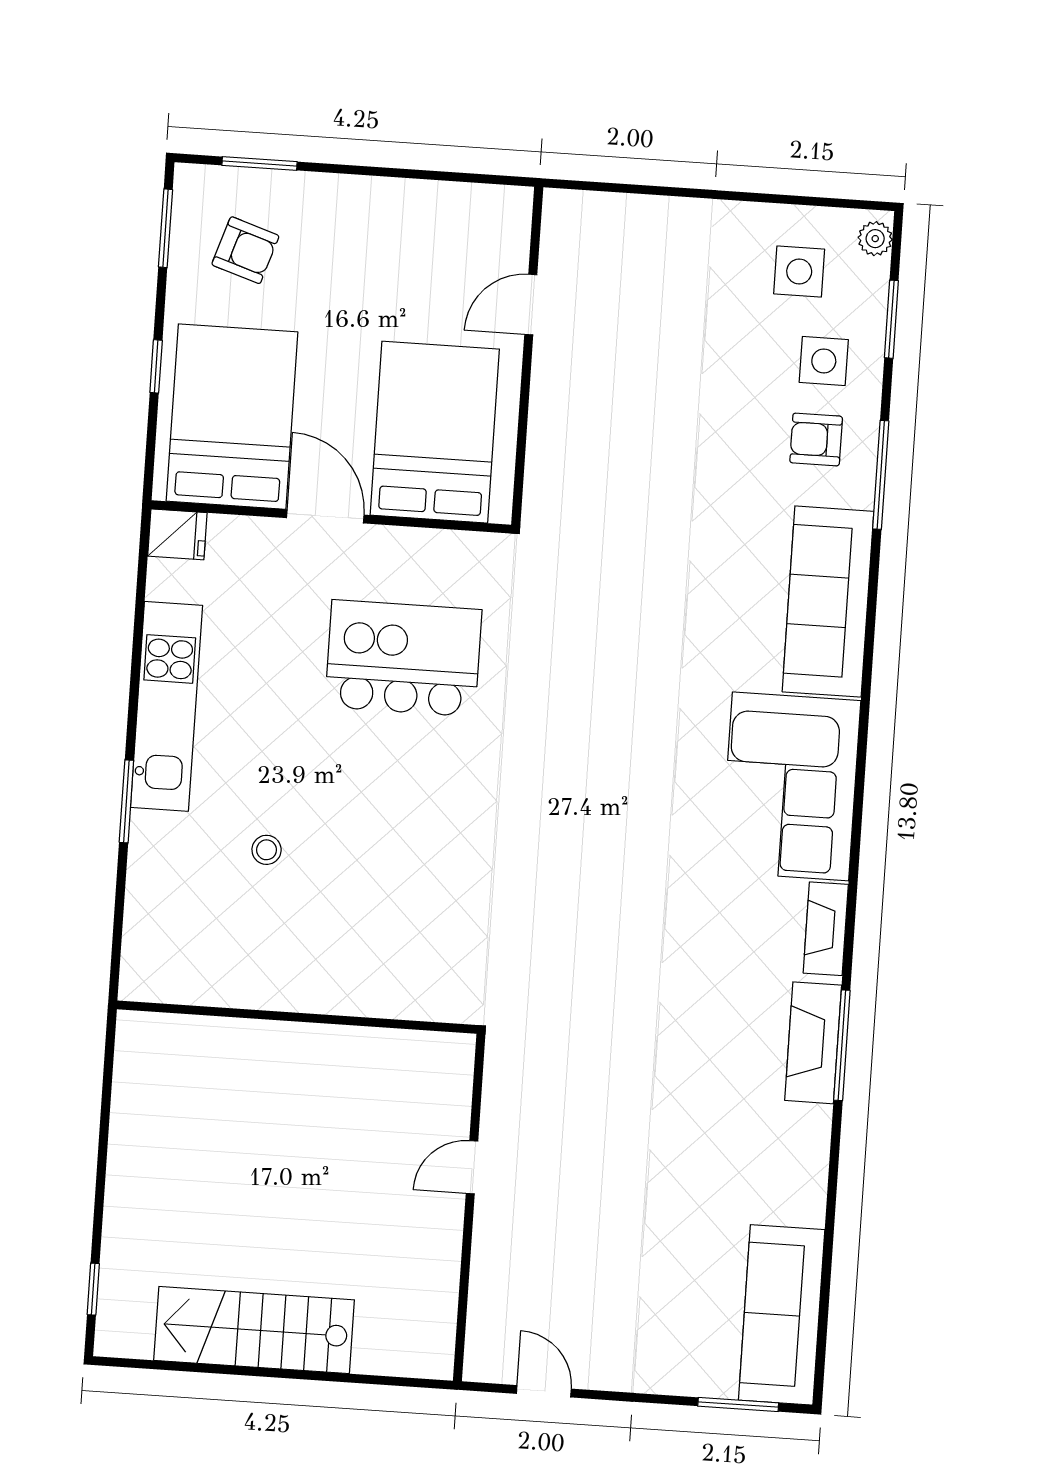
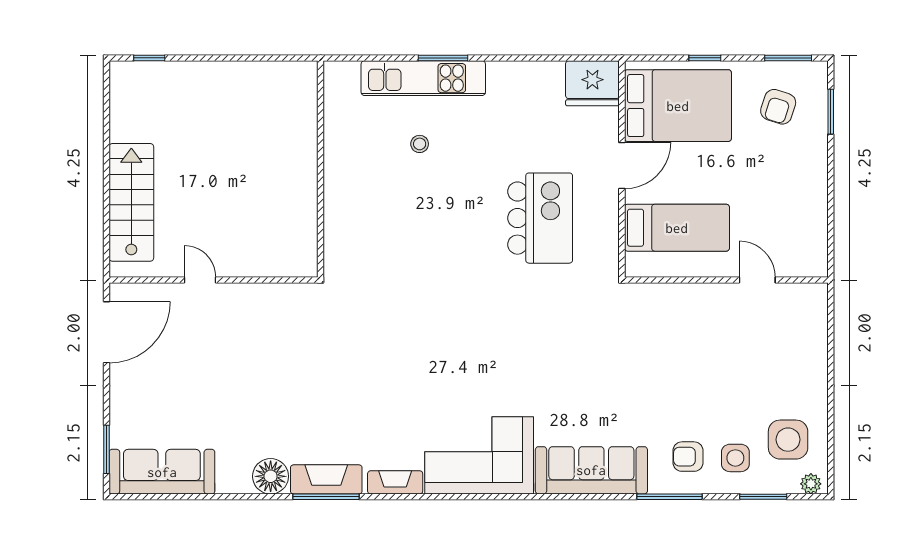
side table: (799, 272) -> (788, 440), width x1.37, depth x1.37
bed: (435, 432) -> (677, 228), width x0.67
armchair: (816, 439) -> (688, 457), turned -90
fridge: (177, 534) -> (592, 83), width x1.88, depth x1.34
kitchen unit: (166, 706) -> (423, 78), moved
floor lamp: (802, 1135) -> (271, 476), added
door: (472, 1167) -> (200, 280), moved
stairs: (254, 1330) -> (131, 202), moved
door: (544, 1391) -> (106, 332), width x1.88

